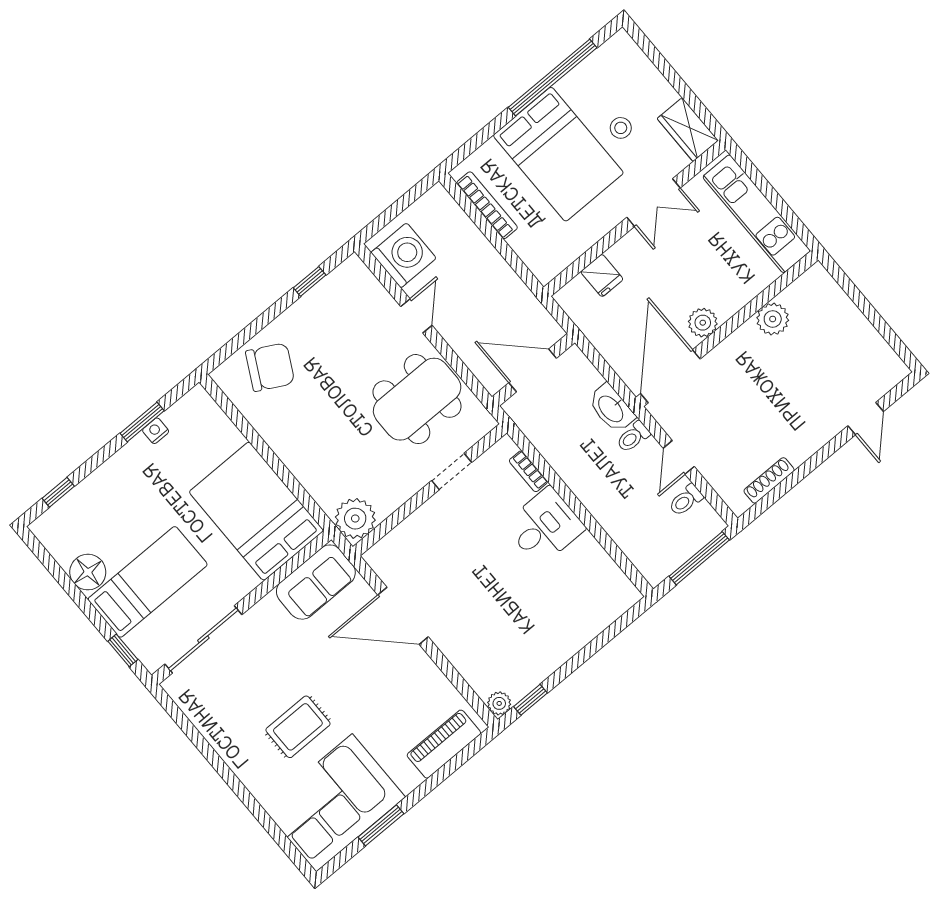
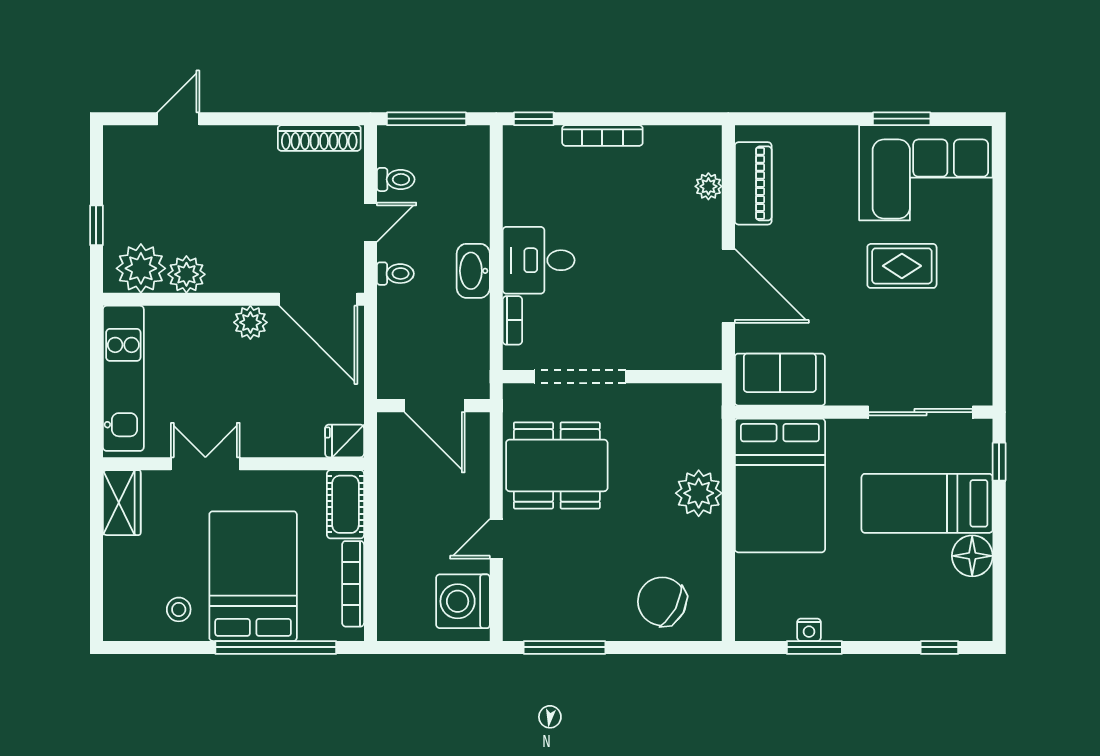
window: (553, 78) -> (276, 647), moved
stool: (621, 128) -> (179, 609), moved
cot: (537, 254) -> (345, 504), added
fridge: (602, 276) -> (345, 441), moved, turned -90
window: (310, 281) -> (565, 647), width x2.17
plant: (807, 297) -> (141, 268), added
window: (861, 301) -> (96, 225), added
door: (670, 376) -> (318, 299), hinge flipped
washbasin: (611, 408) -> (473, 271), moved, turned 180
doorway: (452, 472) -> (580, 377), width x1.88
shoe rack: (769, 480) -> (319, 138), width x1.36, depth x1.24
plant: (355, 519) -> (699, 493), moved
bookcase: (572, 646) -> (602, 136), added
window: (531, 700) -> (534, 119), moved
plant: (499, 703) -> (708, 186), moved
piano: (444, 744) -> (753, 183), moved, turned -90

